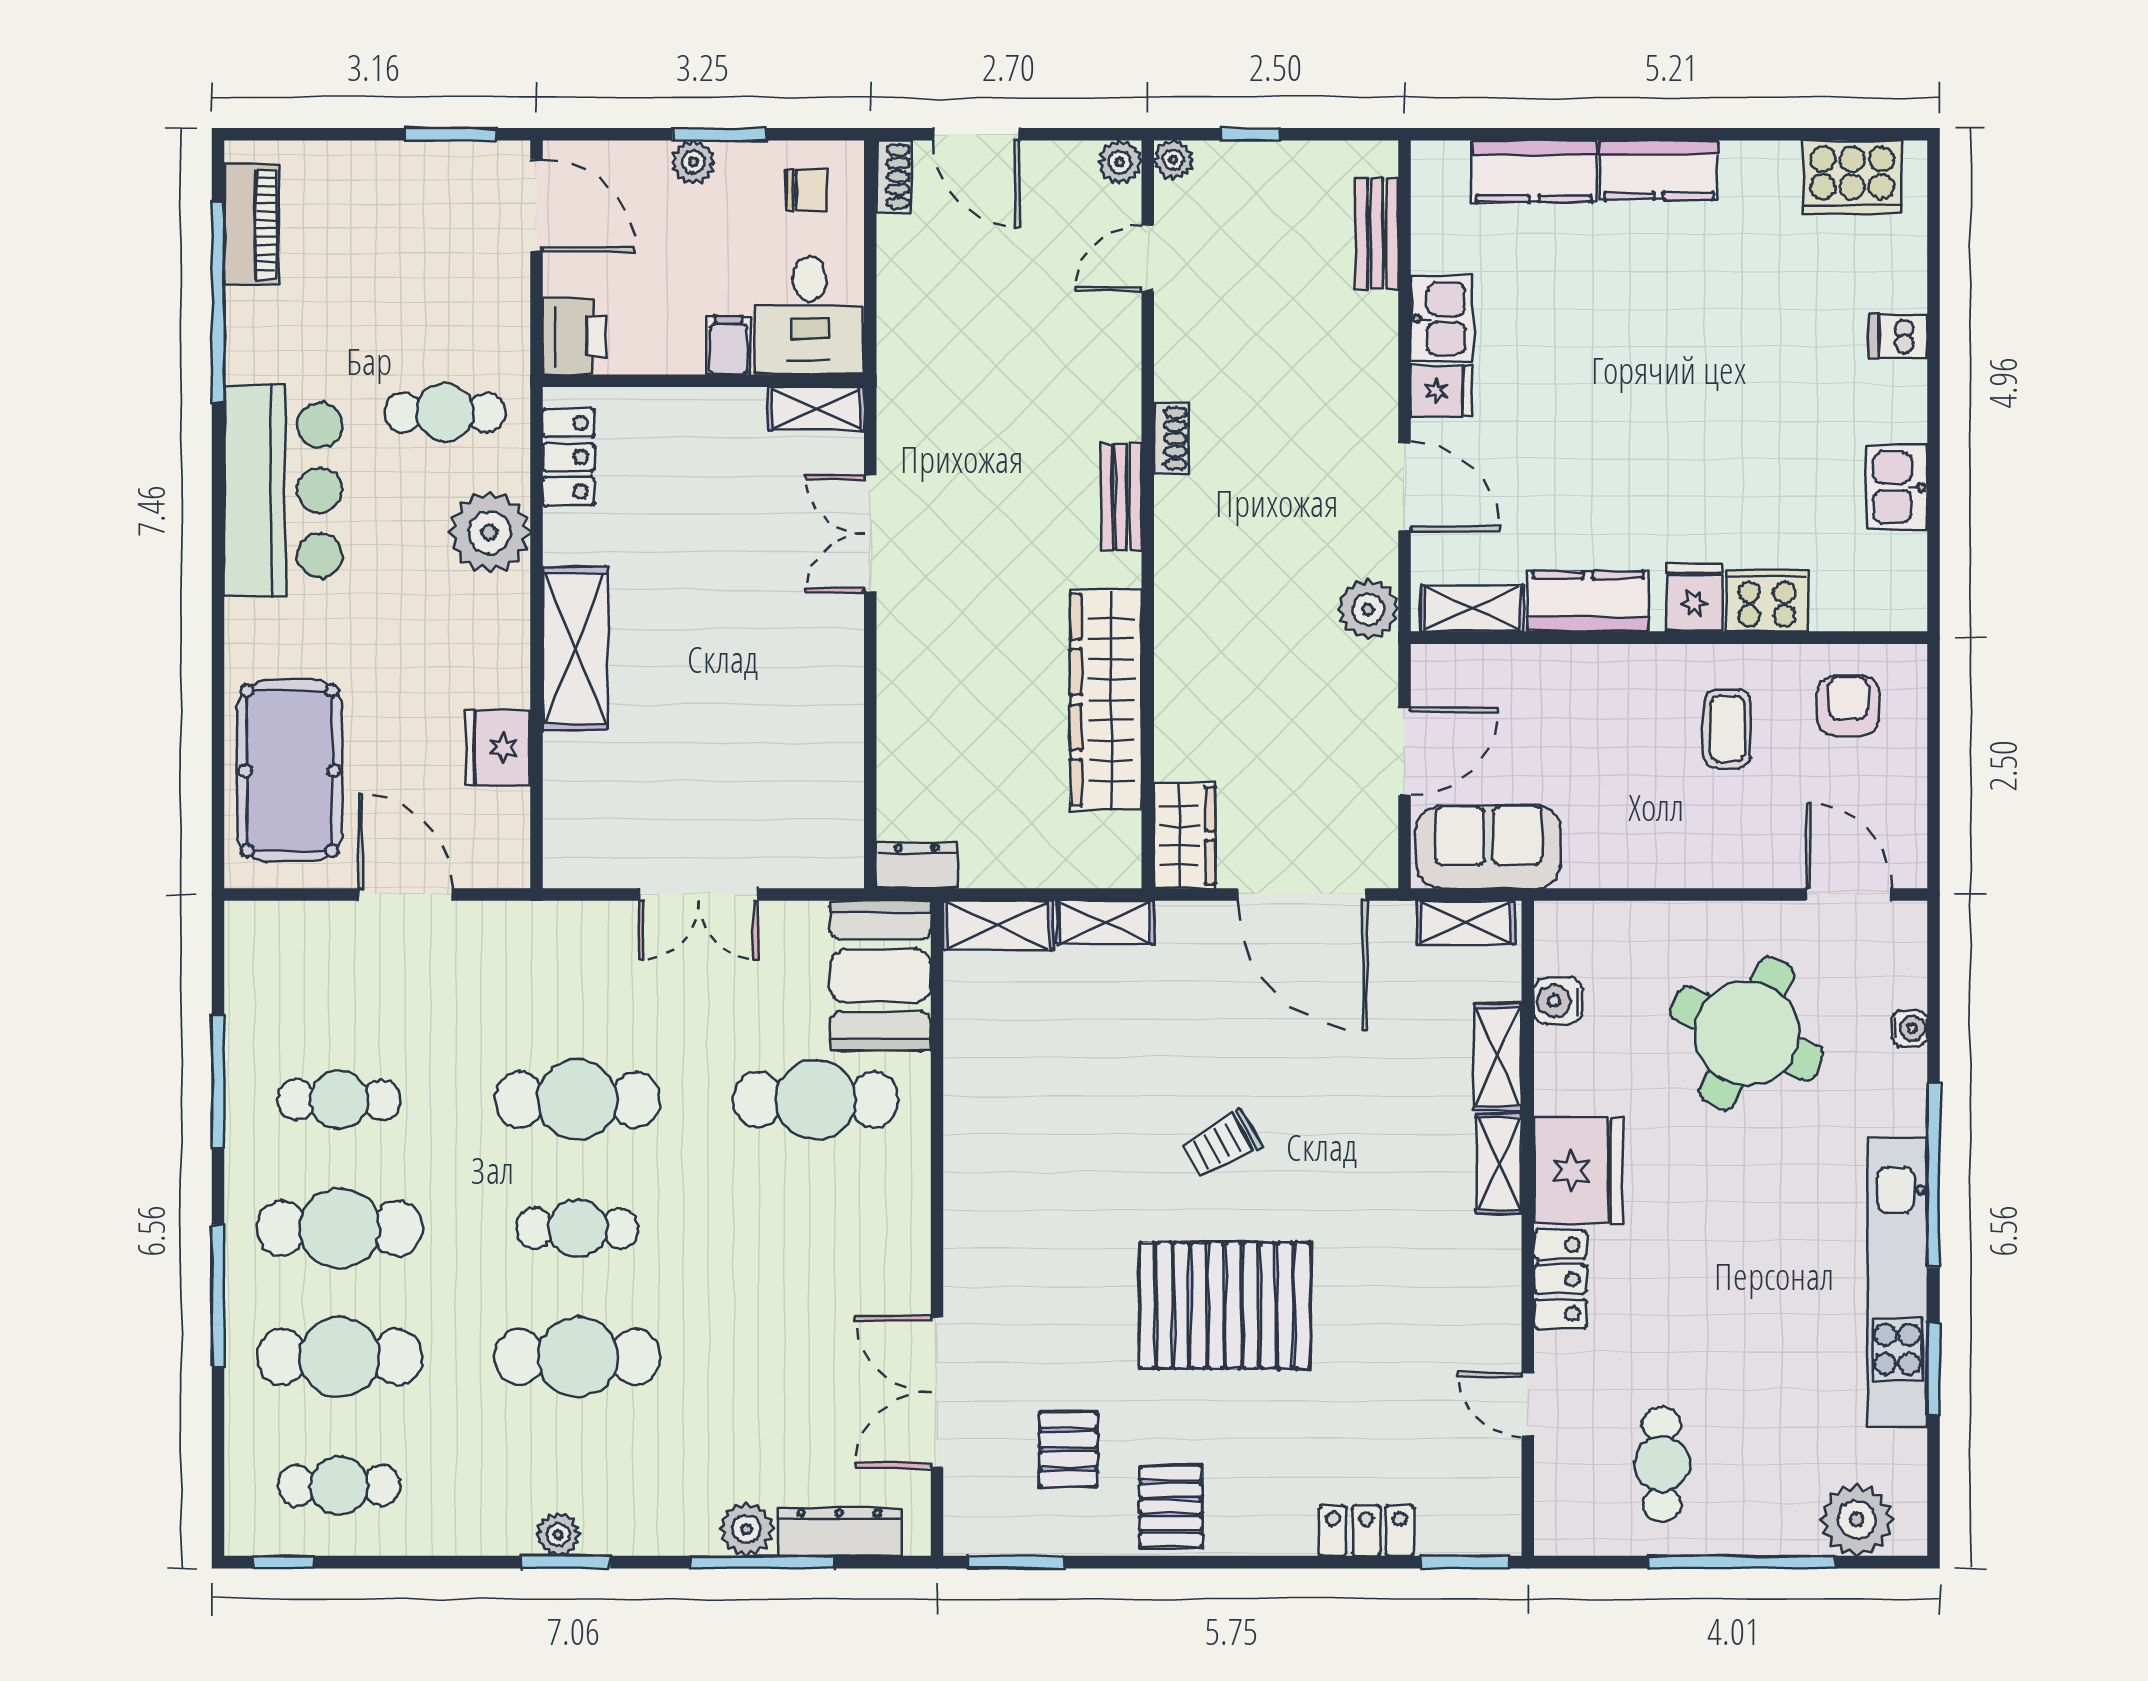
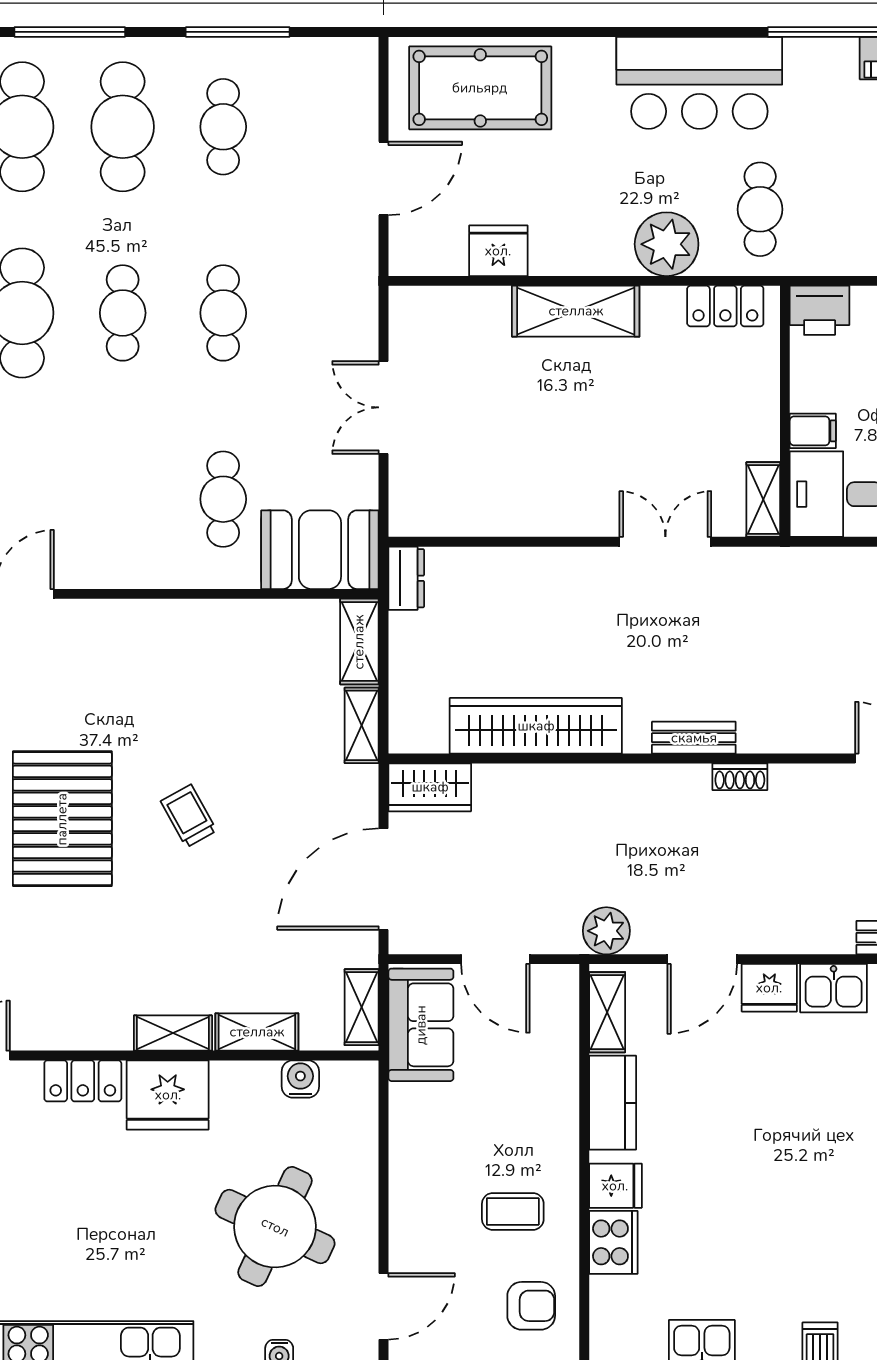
fridge: (1441, 391) -> (769, 988), width x1.38
cafe table: (578, 1100) -> (223, 313), width x0.73, depth x0.74
cafe table: (816, 1100) -> (223, 499), width x0.73, depth x0.74

